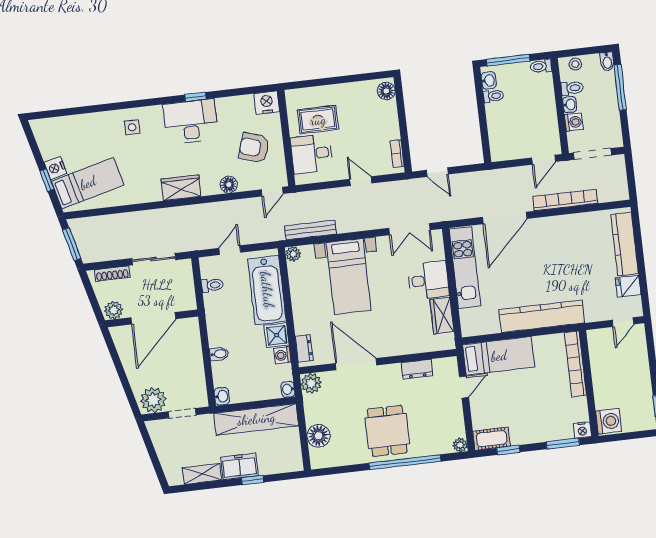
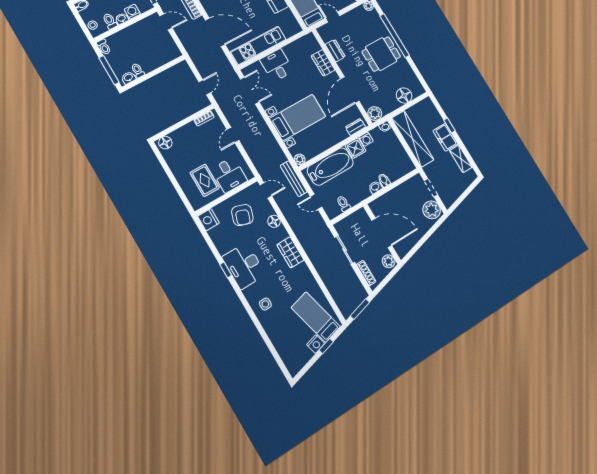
bench: (310, 230) -> (294, 179), moved
wardrobe: (442, 316) -> (323, 63), moved, turned 90
washbasin: (222, 396) -> (375, 187), moved

